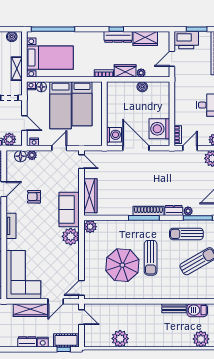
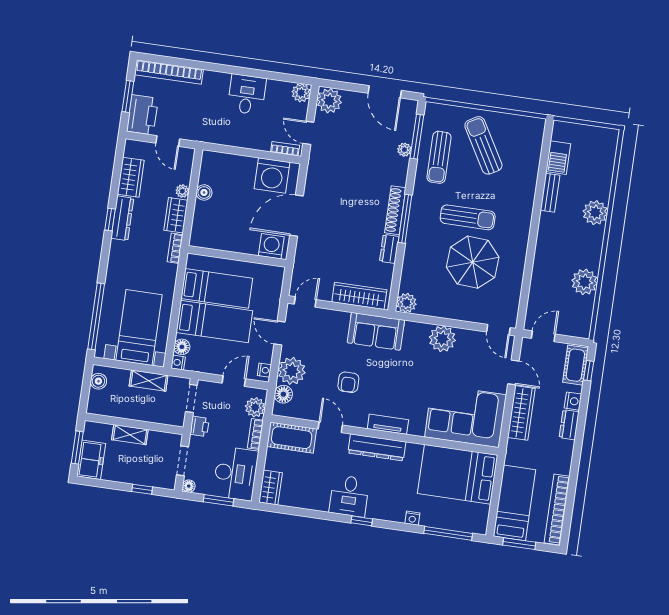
plant: (32, 155) -> (292, 371), width x1.87, depth x1.87
dresser: (174, 210) -> (389, 249), moved
plant: (71, 236) -> (442, 339), moved
plant: (201, 339) -> (595, 213), moved

